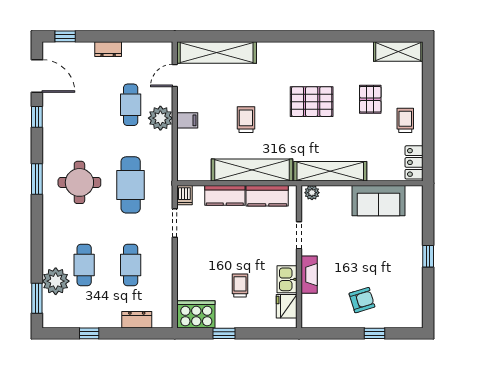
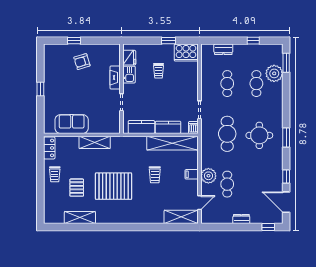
shelving: (398, 52) -> (80, 218), moved
shelving: (217, 53) -> (181, 217), width x0.68
pallet: (312, 102) -> (114, 186), width x1.37, depth x1.41
shelving: (252, 170) -> (172, 143), moved
shelving: (330, 171) -> (95, 142), width x0.68
plant: (312, 193) -> (113, 129), removed

